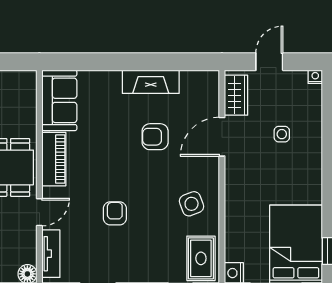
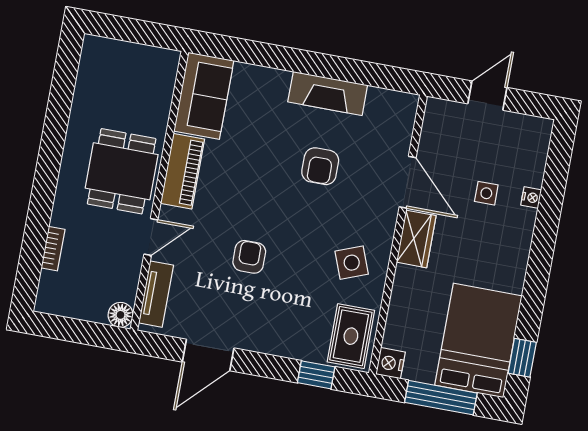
nightstand: (315, 77) -> (531, 197), moved, turned 90
wardrobe: (236, 95) -> (416, 239), moved
armchair: (155, 137) -> (320, 166), turned -90
door: (222, 137) -> (408, 182), swing flipped

